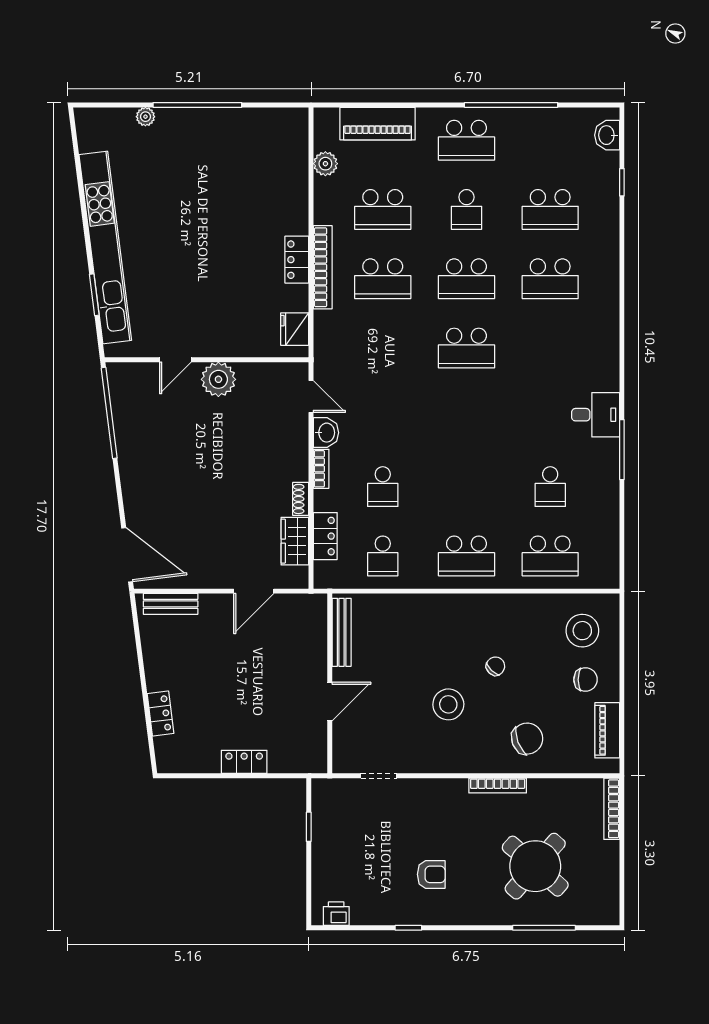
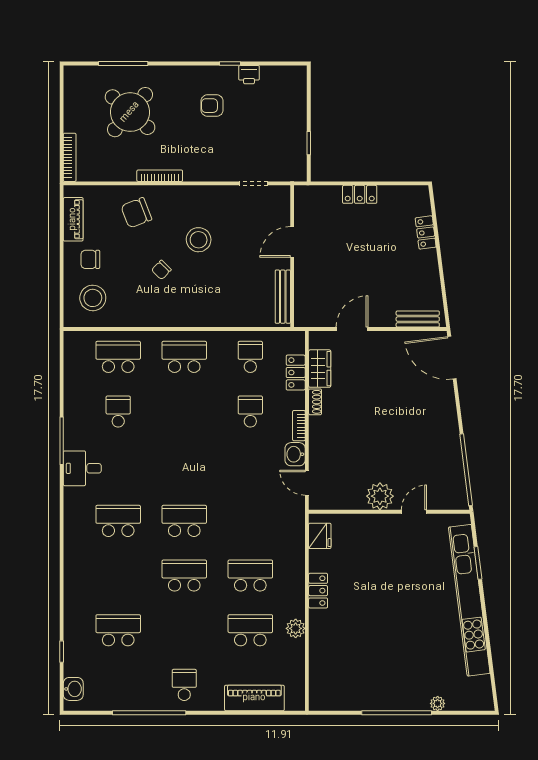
school desk: (466, 140) -> (184, 685), width x0.54
plant: (325, 164) -> (296, 628), moved
school desk: (466, 209) -> (184, 630), removed
bookcase: (323, 267) -> (298, 585), removed
school desk: (550, 279) -> (118, 521), moved
printer: (336, 914) -> (249, 75), moved

